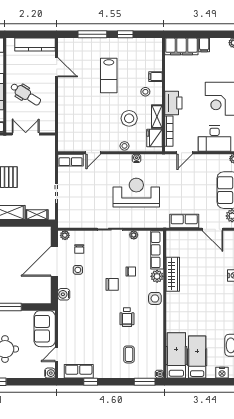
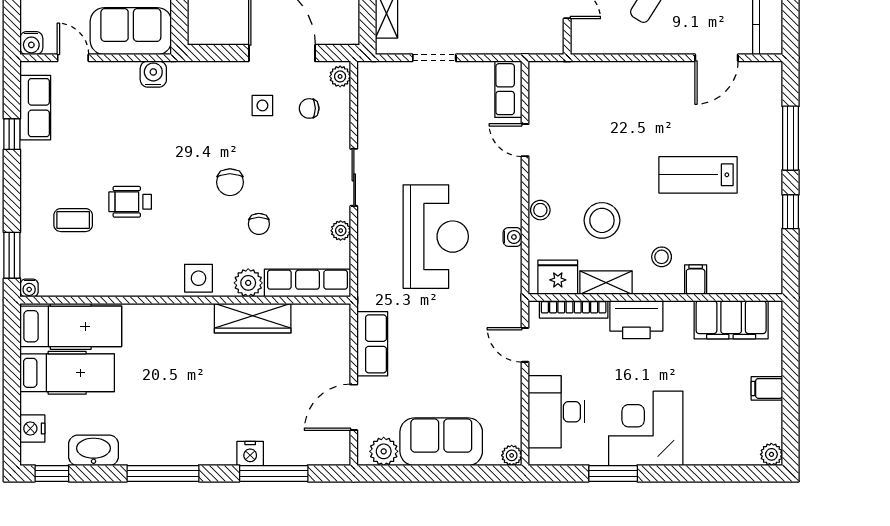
filing cabinet: (181, 46) -> (731, 320), moved, turned -90
water cooler: (64, 294) -> (153, 74), moved
wheelchair: (127, 317) -> (130, 202), moved

